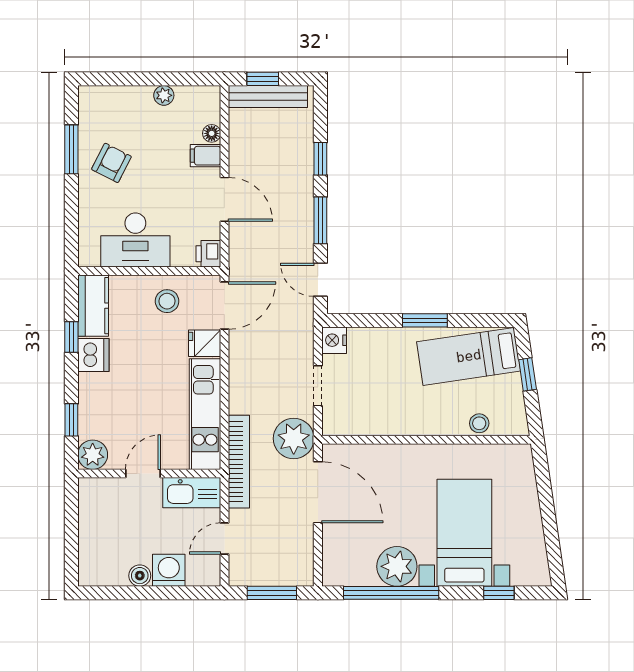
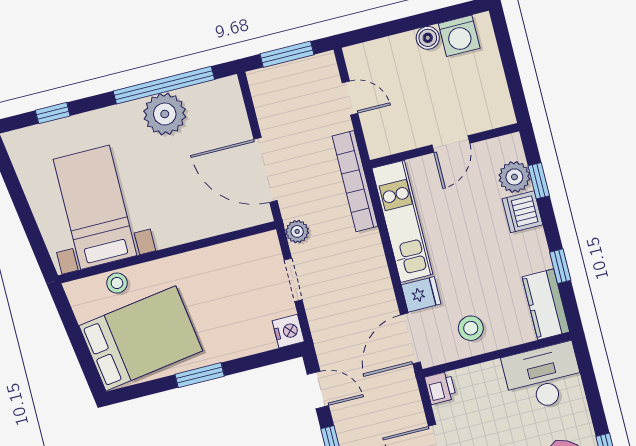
desk: (135, 240) -> (543, 377), moved
dishwasher: (93, 355) -> (522, 212), moved
bed: (469, 356) -> (141, 338), width x1.50
window: (528, 374) -> (80, 346), removed
plant: (294, 438) -> (297, 231), width x0.53, depth x0.53
plant: (93, 455) -> (514, 177), moved
kitchen sink: (192, 493) -> (396, 137), removed
bed with nightstands: (464, 533) -> (95, 207), moved, turned 180
door: (224, 539) -> (350, 98), hinge flipped
washing machine: (169, 570) -> (459, 36), moved

